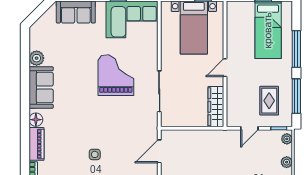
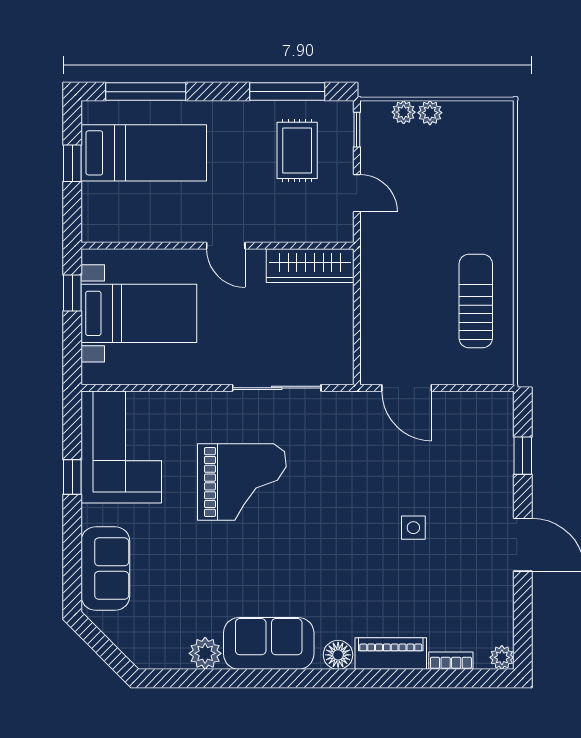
window: (296, 49) -> (146, 92), moved
grand piano: (116, 75) -> (242, 482), turned 180
rug: (269, 101) -> (297, 150), turned 90
plant: (287, 139) -> (404, 112), moved

